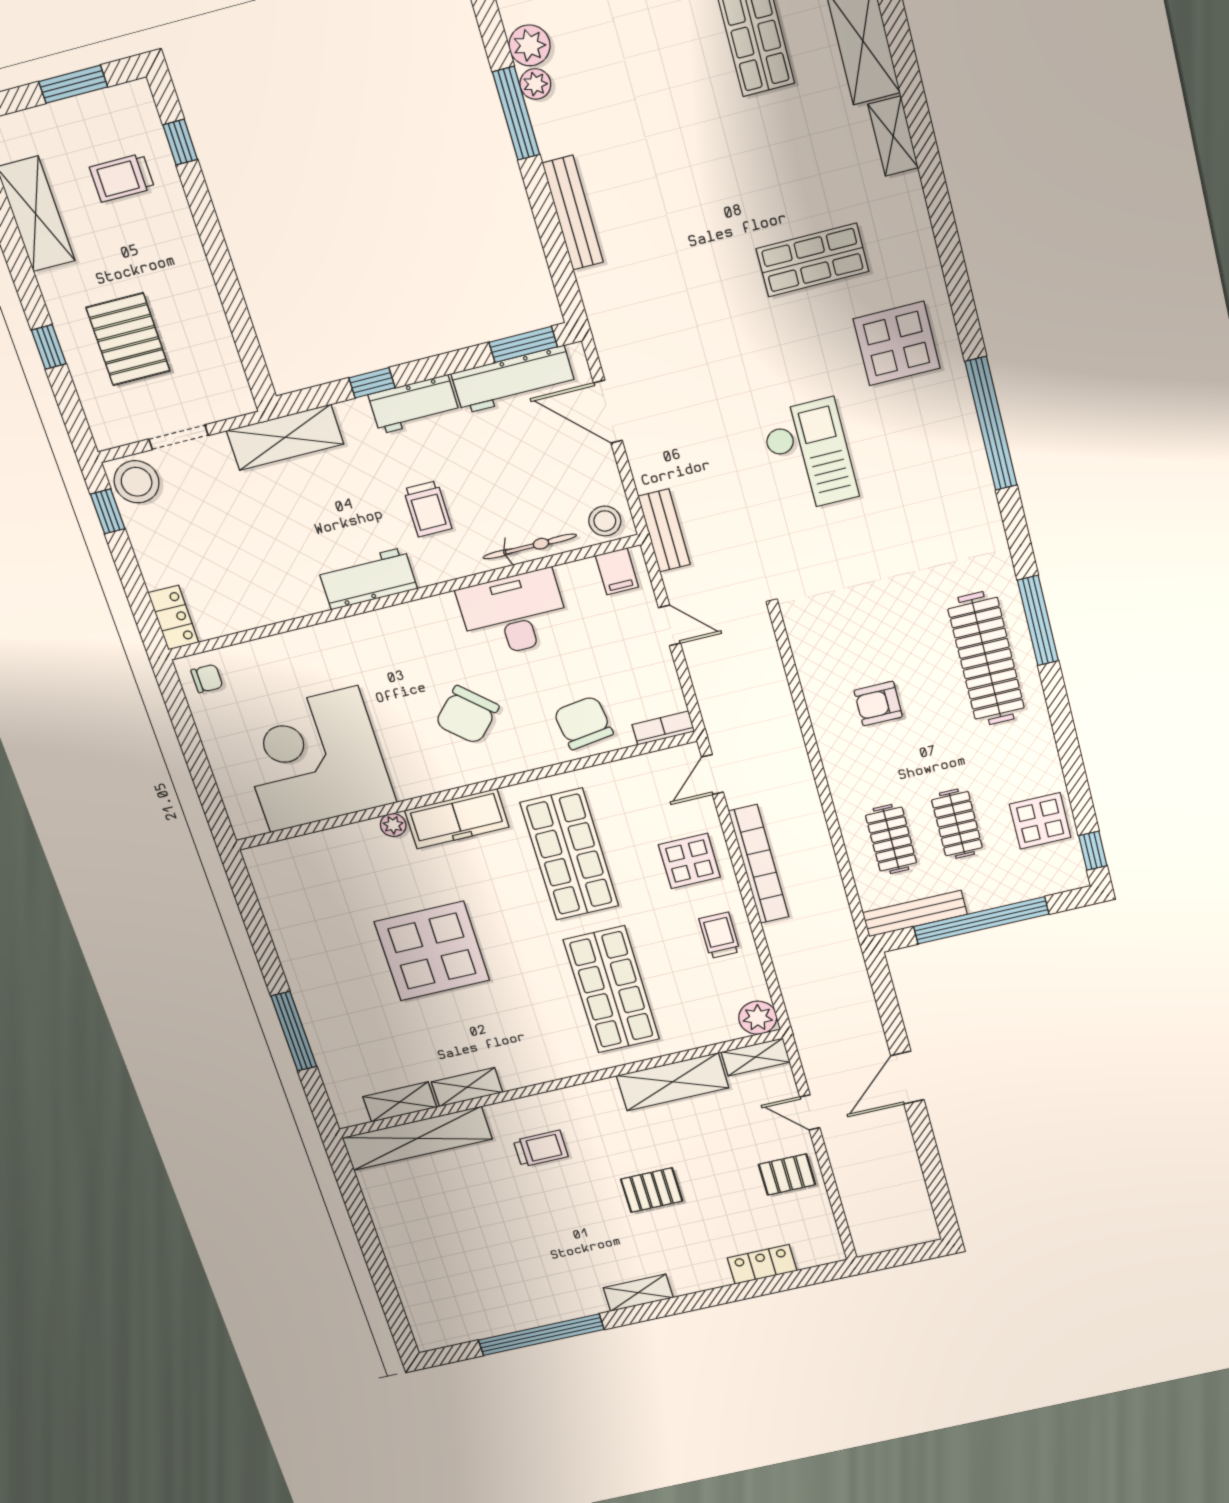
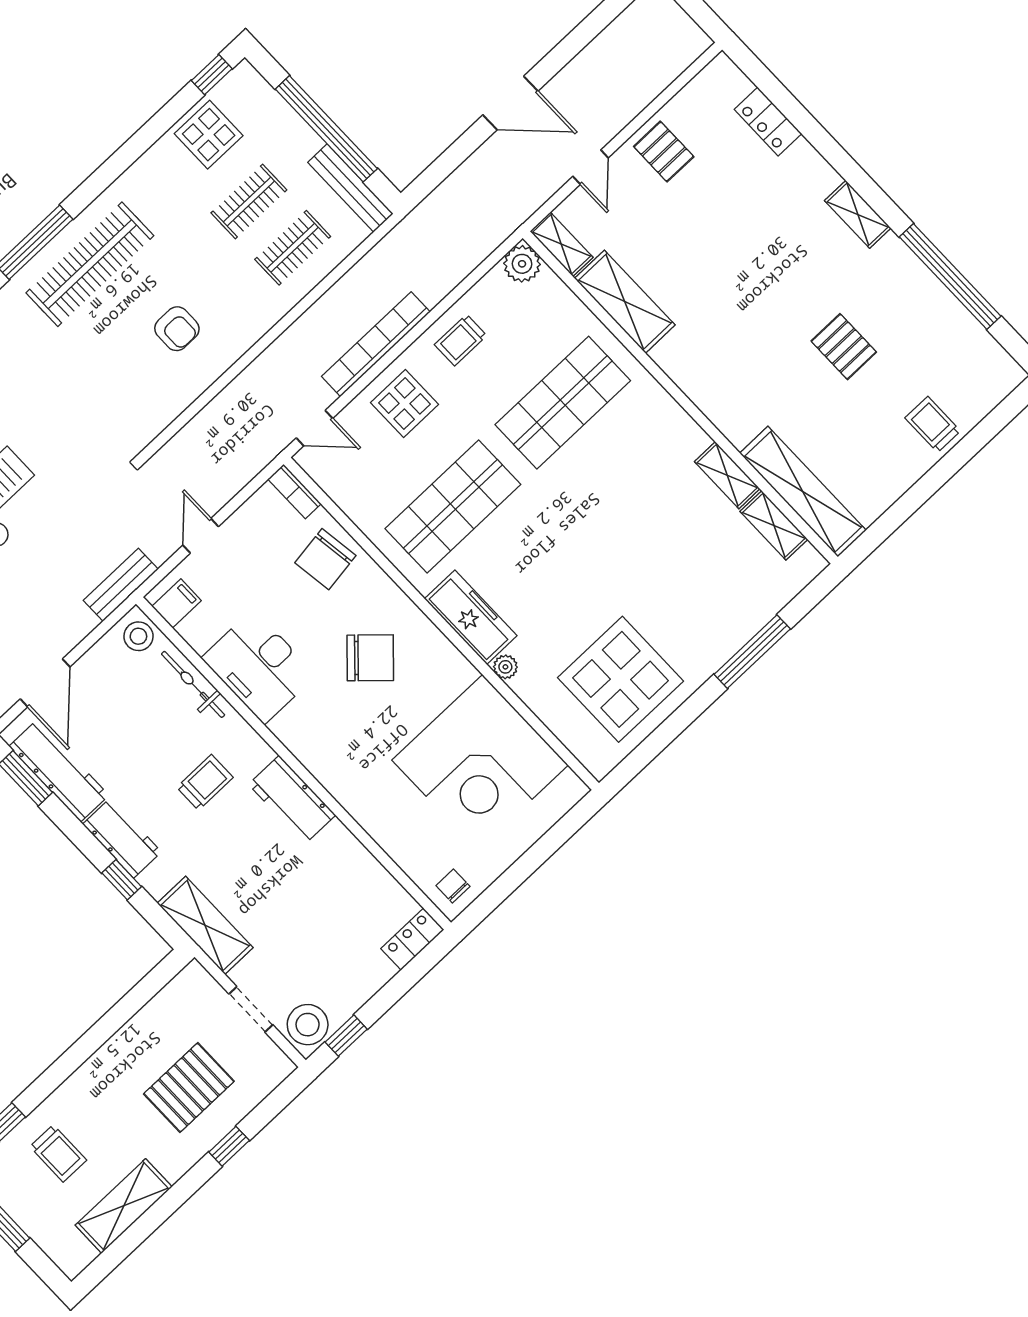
display table: (432, 951) -> (620, 679), moved
trolley: (541, 1149) -> (933, 424), moved
pallet: (652, 1190) -> (844, 347), moved

